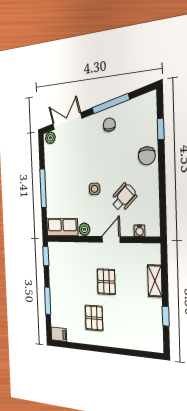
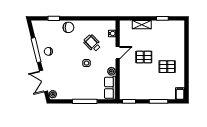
door: (111, 239) -> (118, 53), swing flipped

